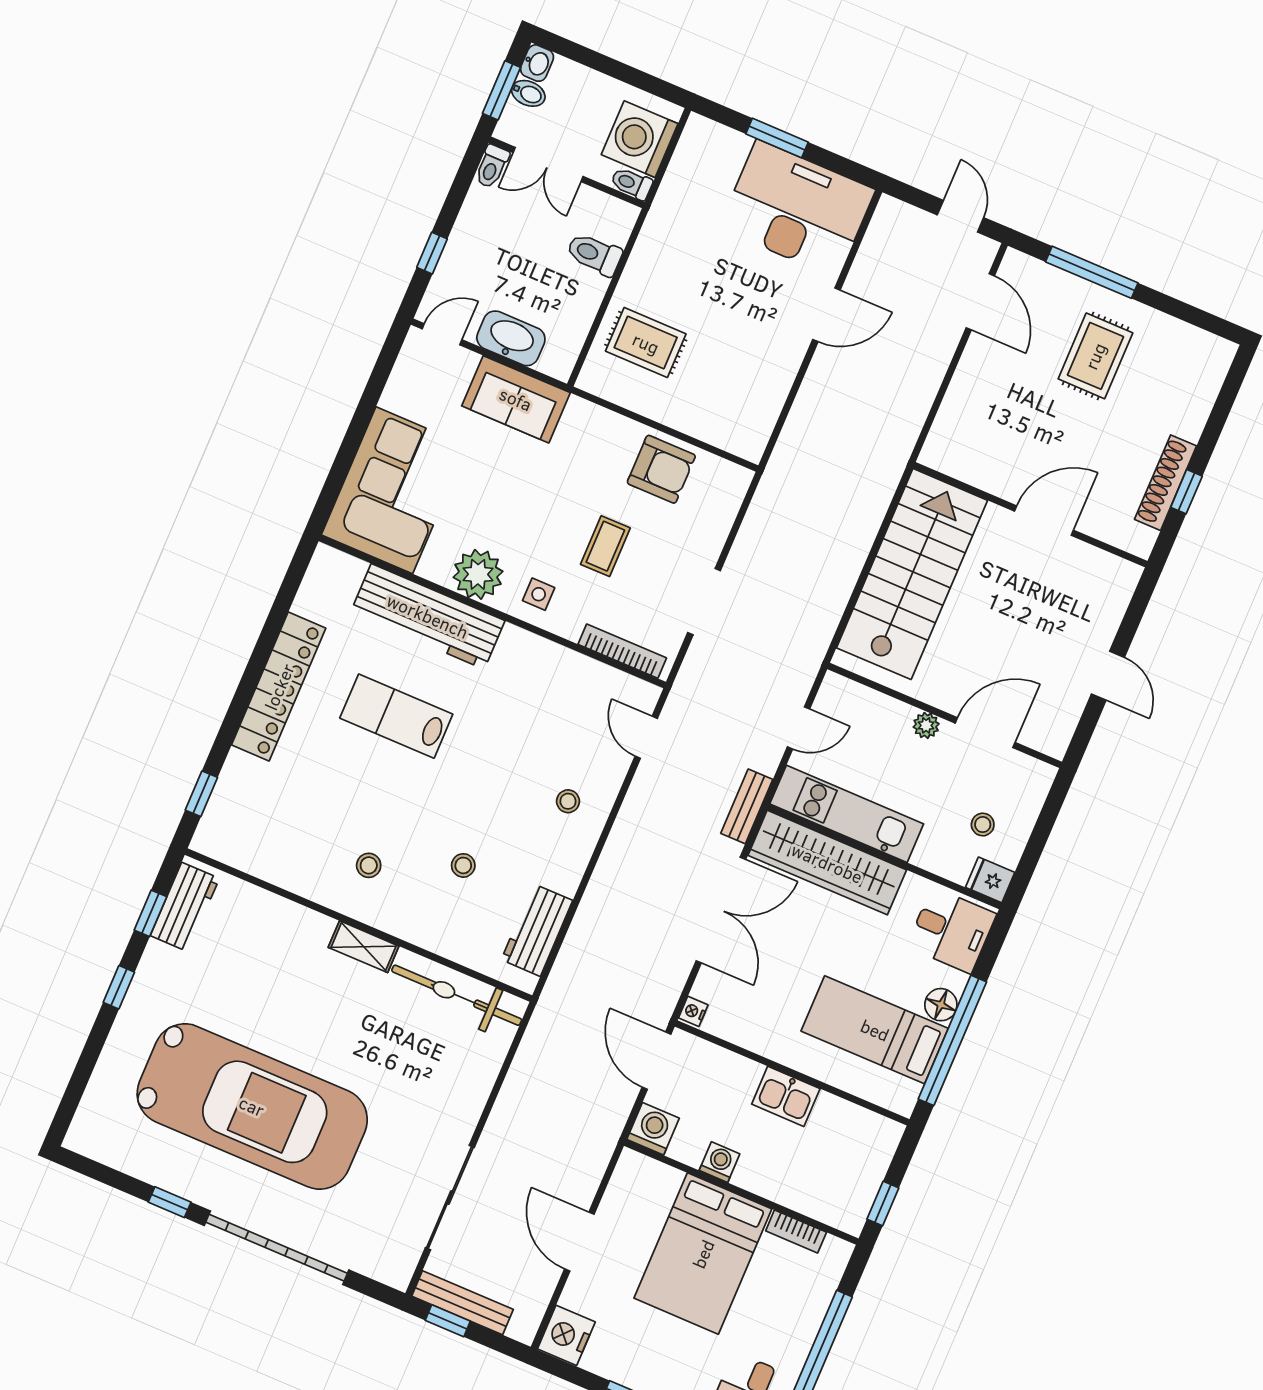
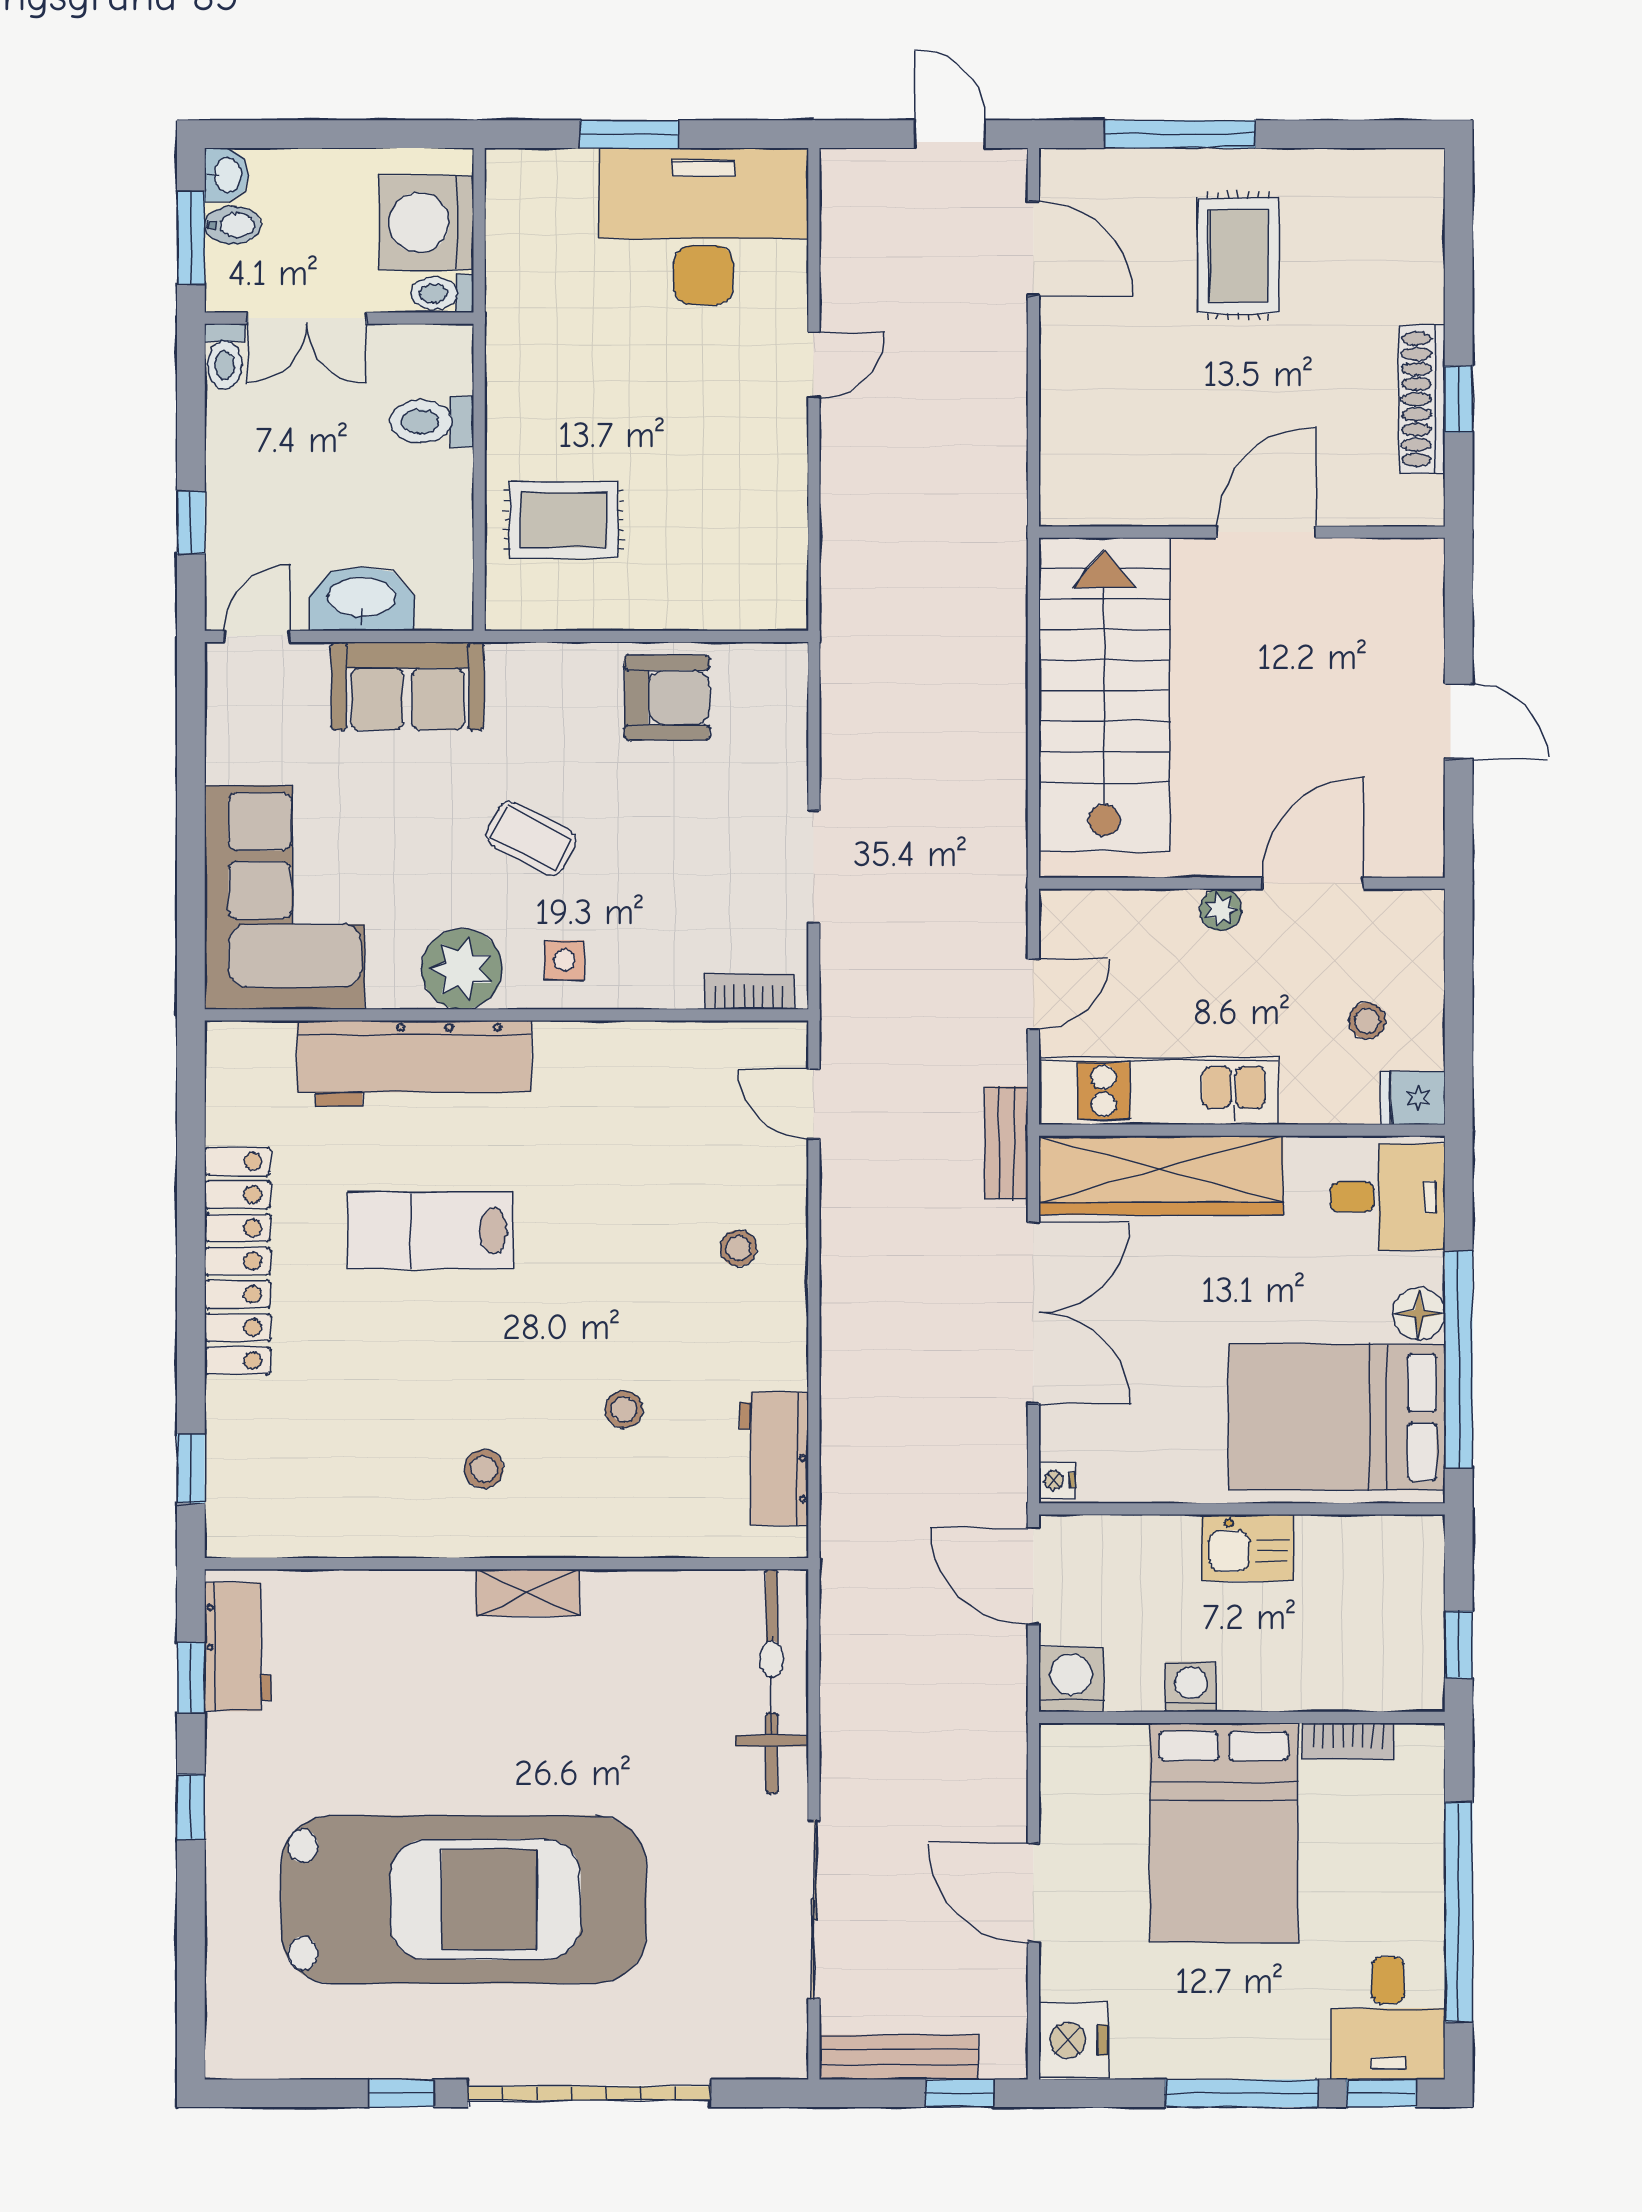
door: (826, 315) -> (814, 365), width x0.73
coffee table: (605, 546) -> (531, 838), moved, turned -63
bookcase: (622, 651) -> (749, 992), width x0.64
bicycle: (457, 995) -> (772, 1681), moved, turned 90
bed: (875, 1030) -> (1337, 1417), width x1.50
window: (448, 1321) -> (960, 2093), moved

